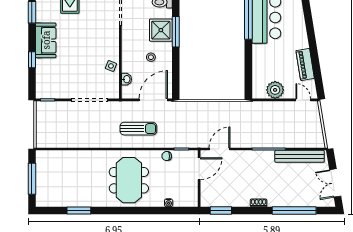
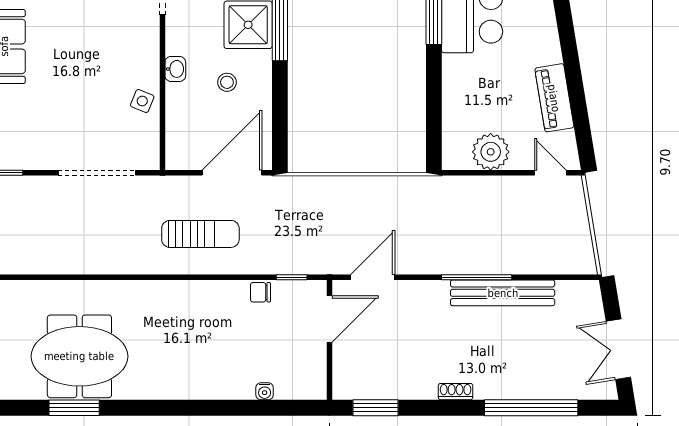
washbasin: (127, 79) -> (175, 69), moved
bench: (300, 156) -> (503, 293), moved
meeting table: (129, 180) -> (79, 356), moved, turned 90

